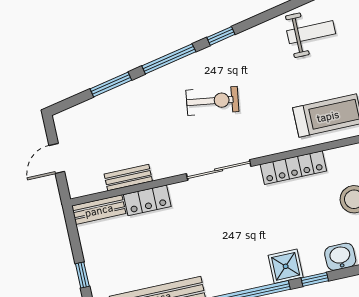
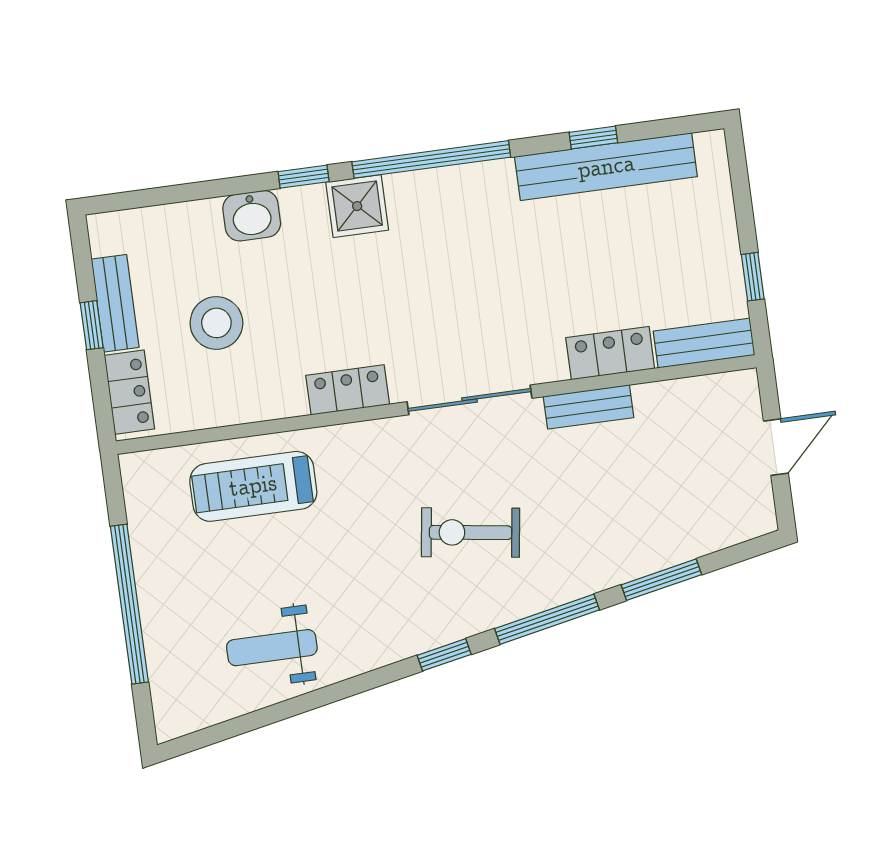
locker: (293, 168) -> (348, 390), width x0.66
bench: (128, 178) -> (589, 407), moved
window: (82, 275) -> (753, 277), moved

